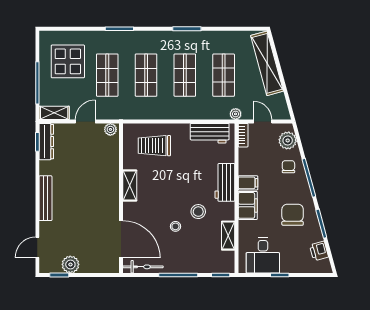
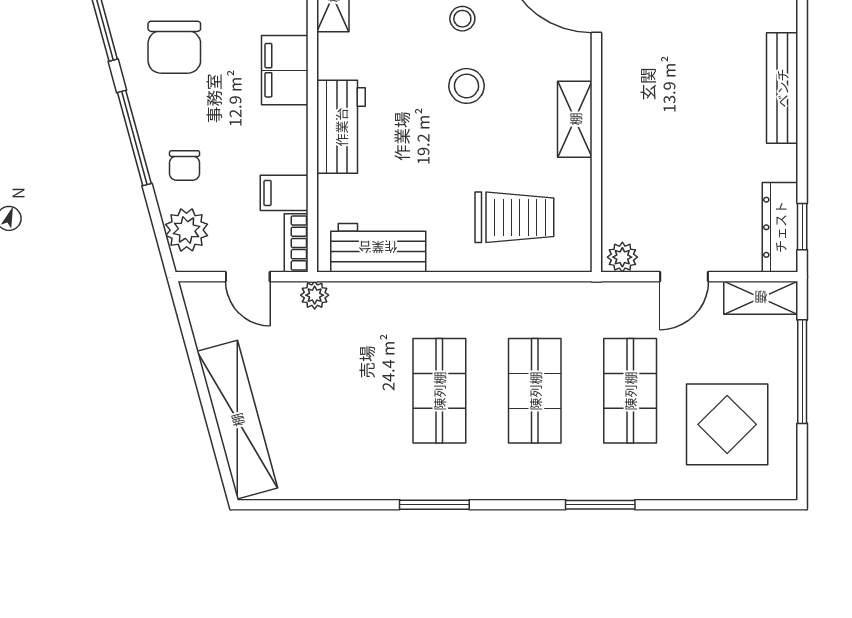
shop shelf: (224, 75) -> (344, 391), removed
filing cabinet: (248, 183) -> (284, 193), moved
stool: (198, 212) -> (466, 86), moved

